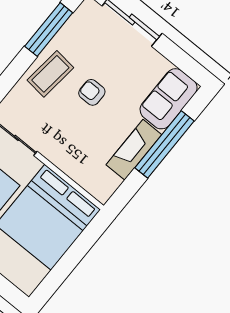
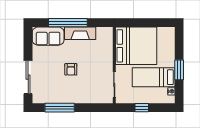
coffee table: (50, 74) -> (77, 92), removed

